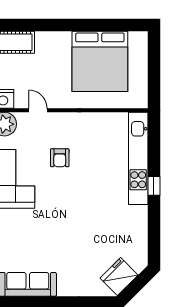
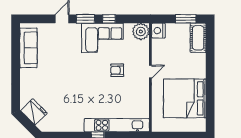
door: (38, 110) -> (150, 72), moved

